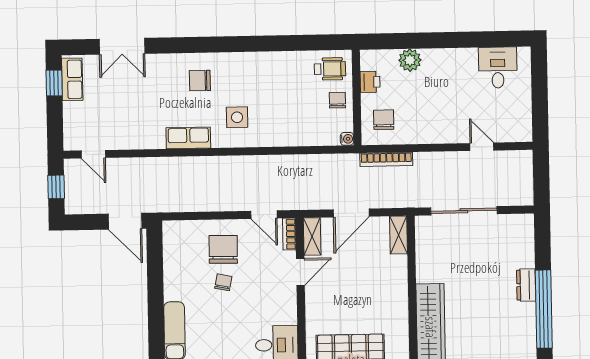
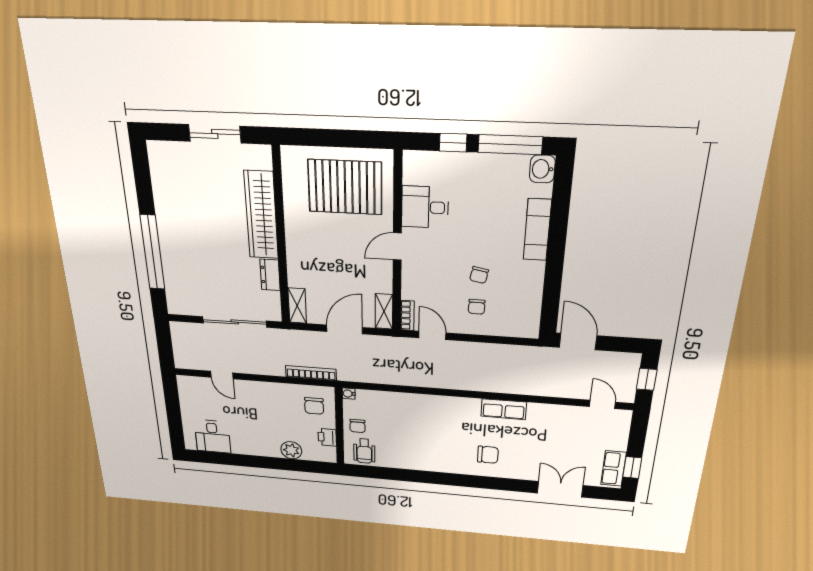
wheelchair: (330, 69) -> (364, 451), turned -90
side table: (237, 117) -> (454, 422), removed
chair: (223, 249) -> (477, 307), width x0.54, depth x0.54
door: (300, 272) -> (397, 246), moved
dresser: (526, 285) -> (270, 275), moved, turned 180
window: (544, 309) -> (152, 252), moved

